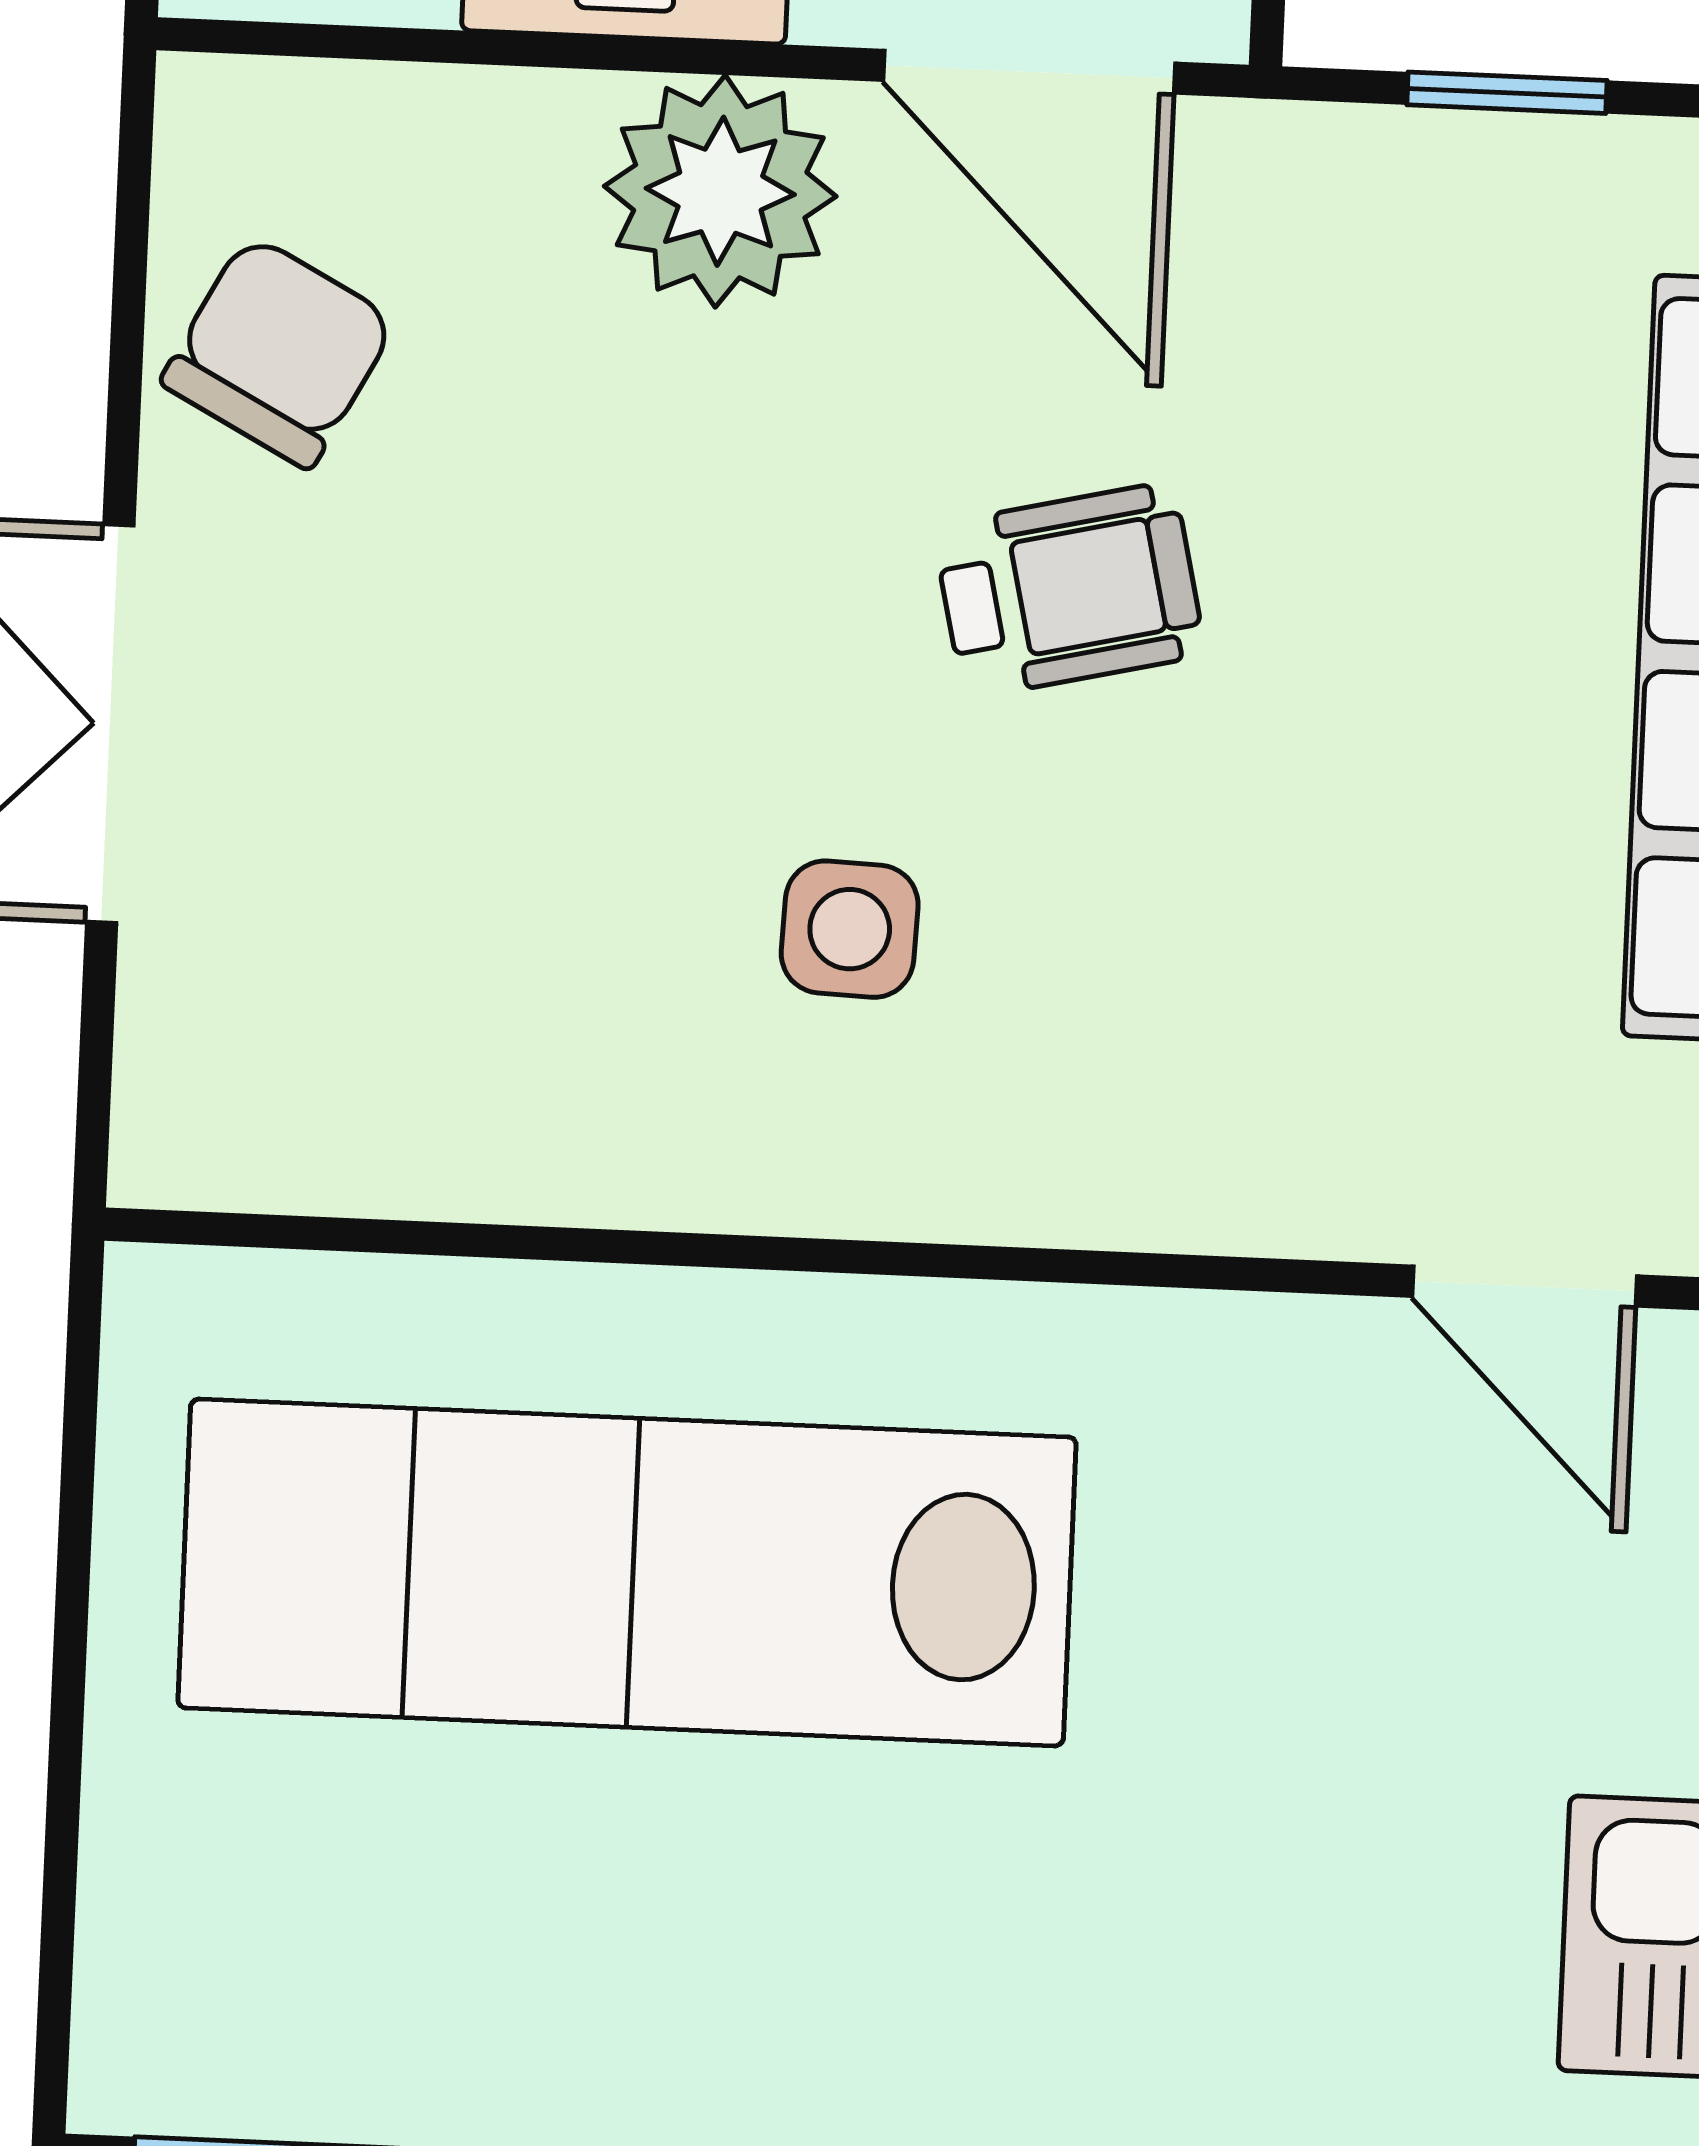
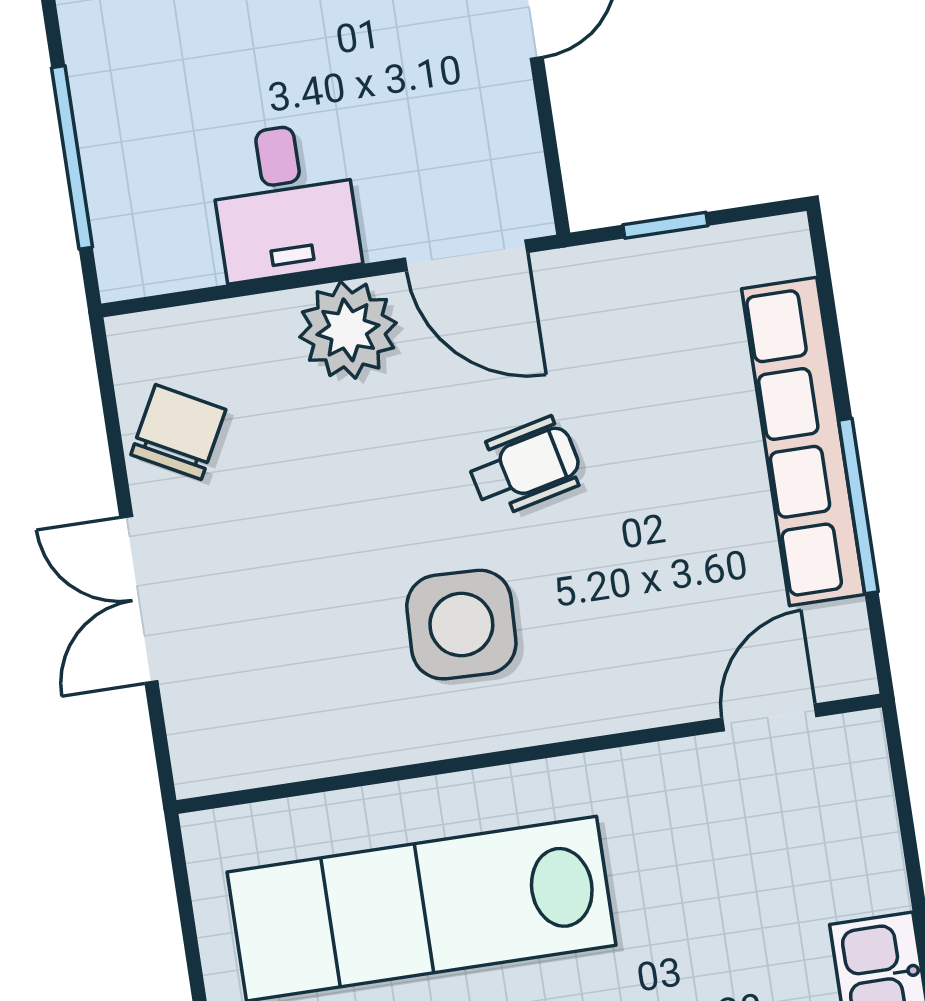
side table: (850, 929) -> (461, 625), width x1.87, depth x1.87
door: (1524, 1286) -> (769, 717), swing flipped

